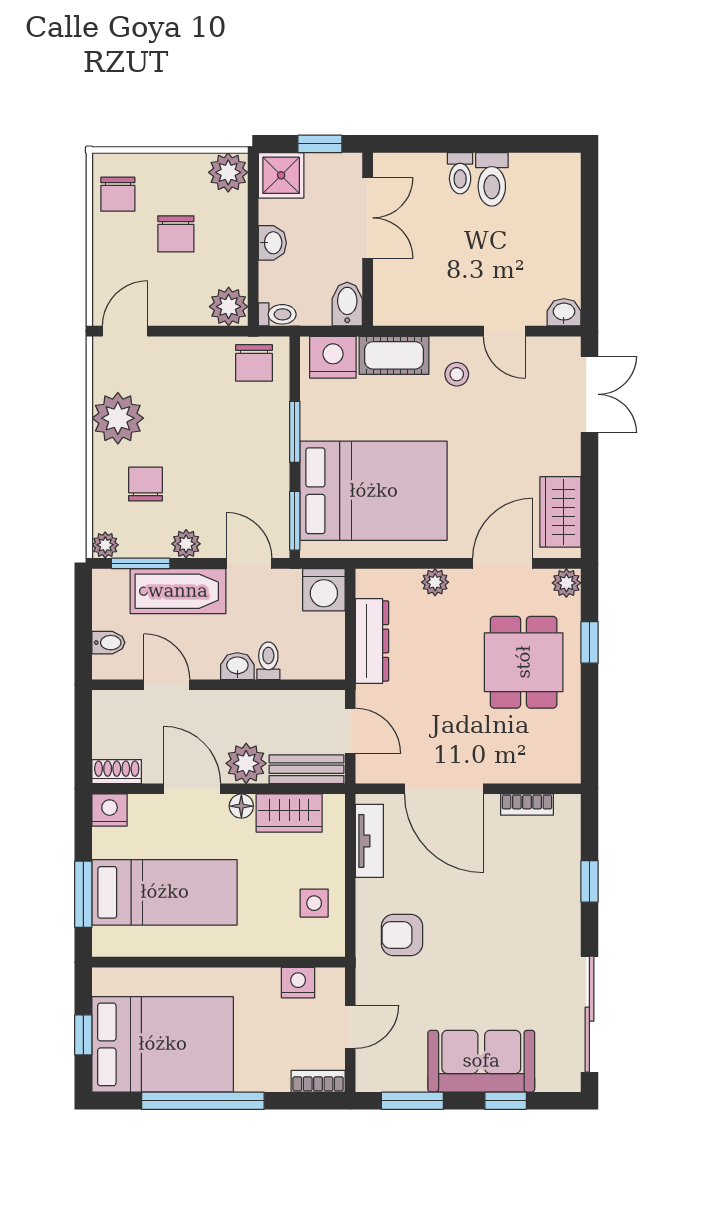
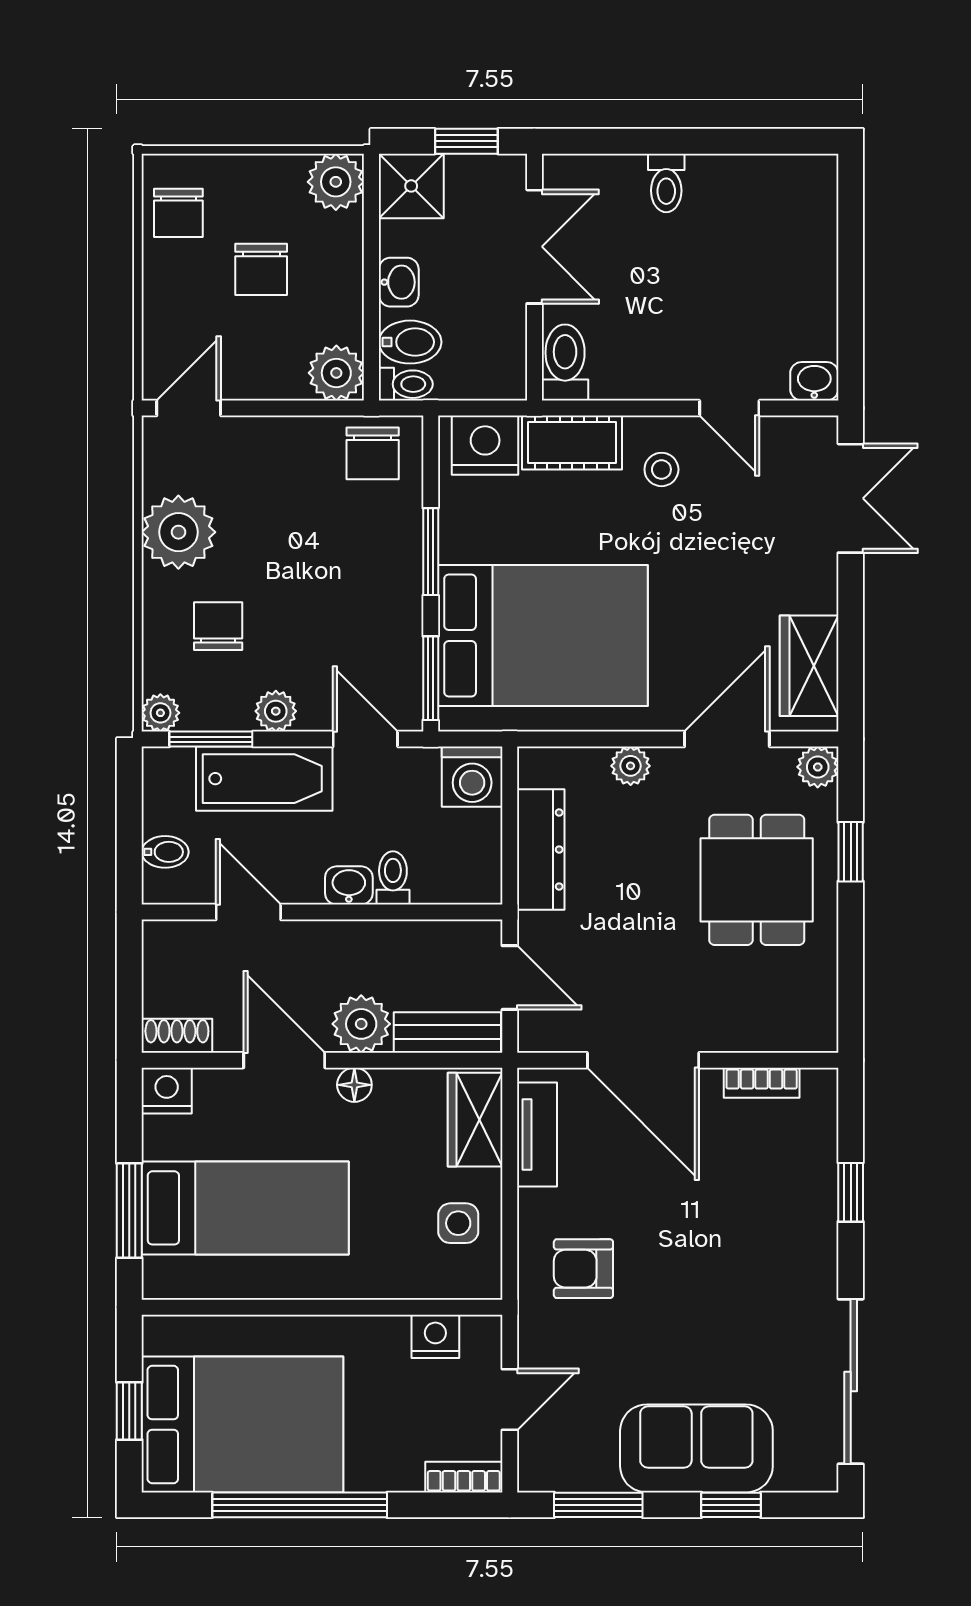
toilet: (492, 179) -> (565, 362), moved, turned 180
bidet: (347, 304) -> (410, 342), moved, turned 90
wardrobe: (289, 813) -> (475, 1120), moved, turned 90

